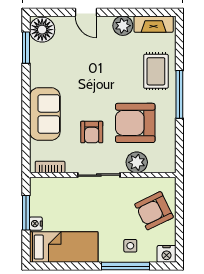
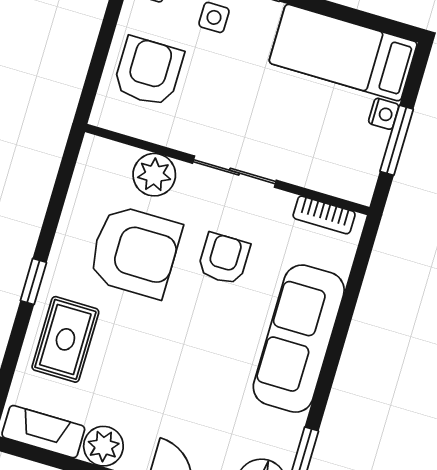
window: (179, 94) -> (33, 282), width x0.46
sofa: (45, 114) -> (299, 339), width x1.36
armchair: (154, 211) -> (148, 71), turned -64

